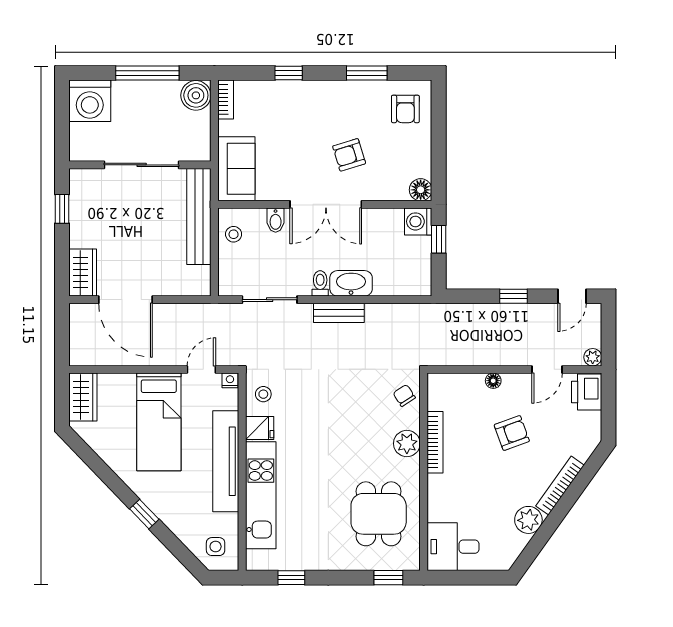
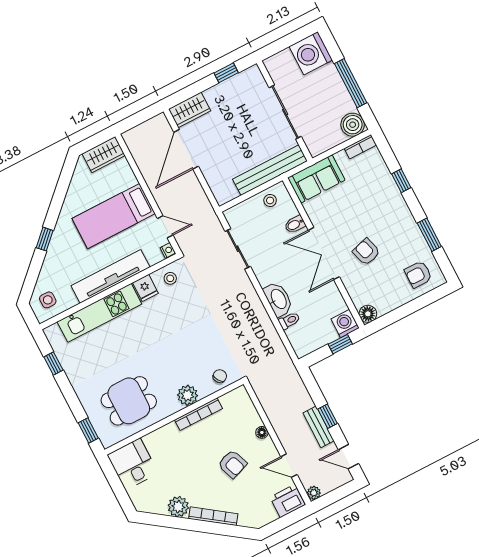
toilet: (320, 283) -> (289, 321), moved
bench: (339, 313) -> (319, 427), moved

